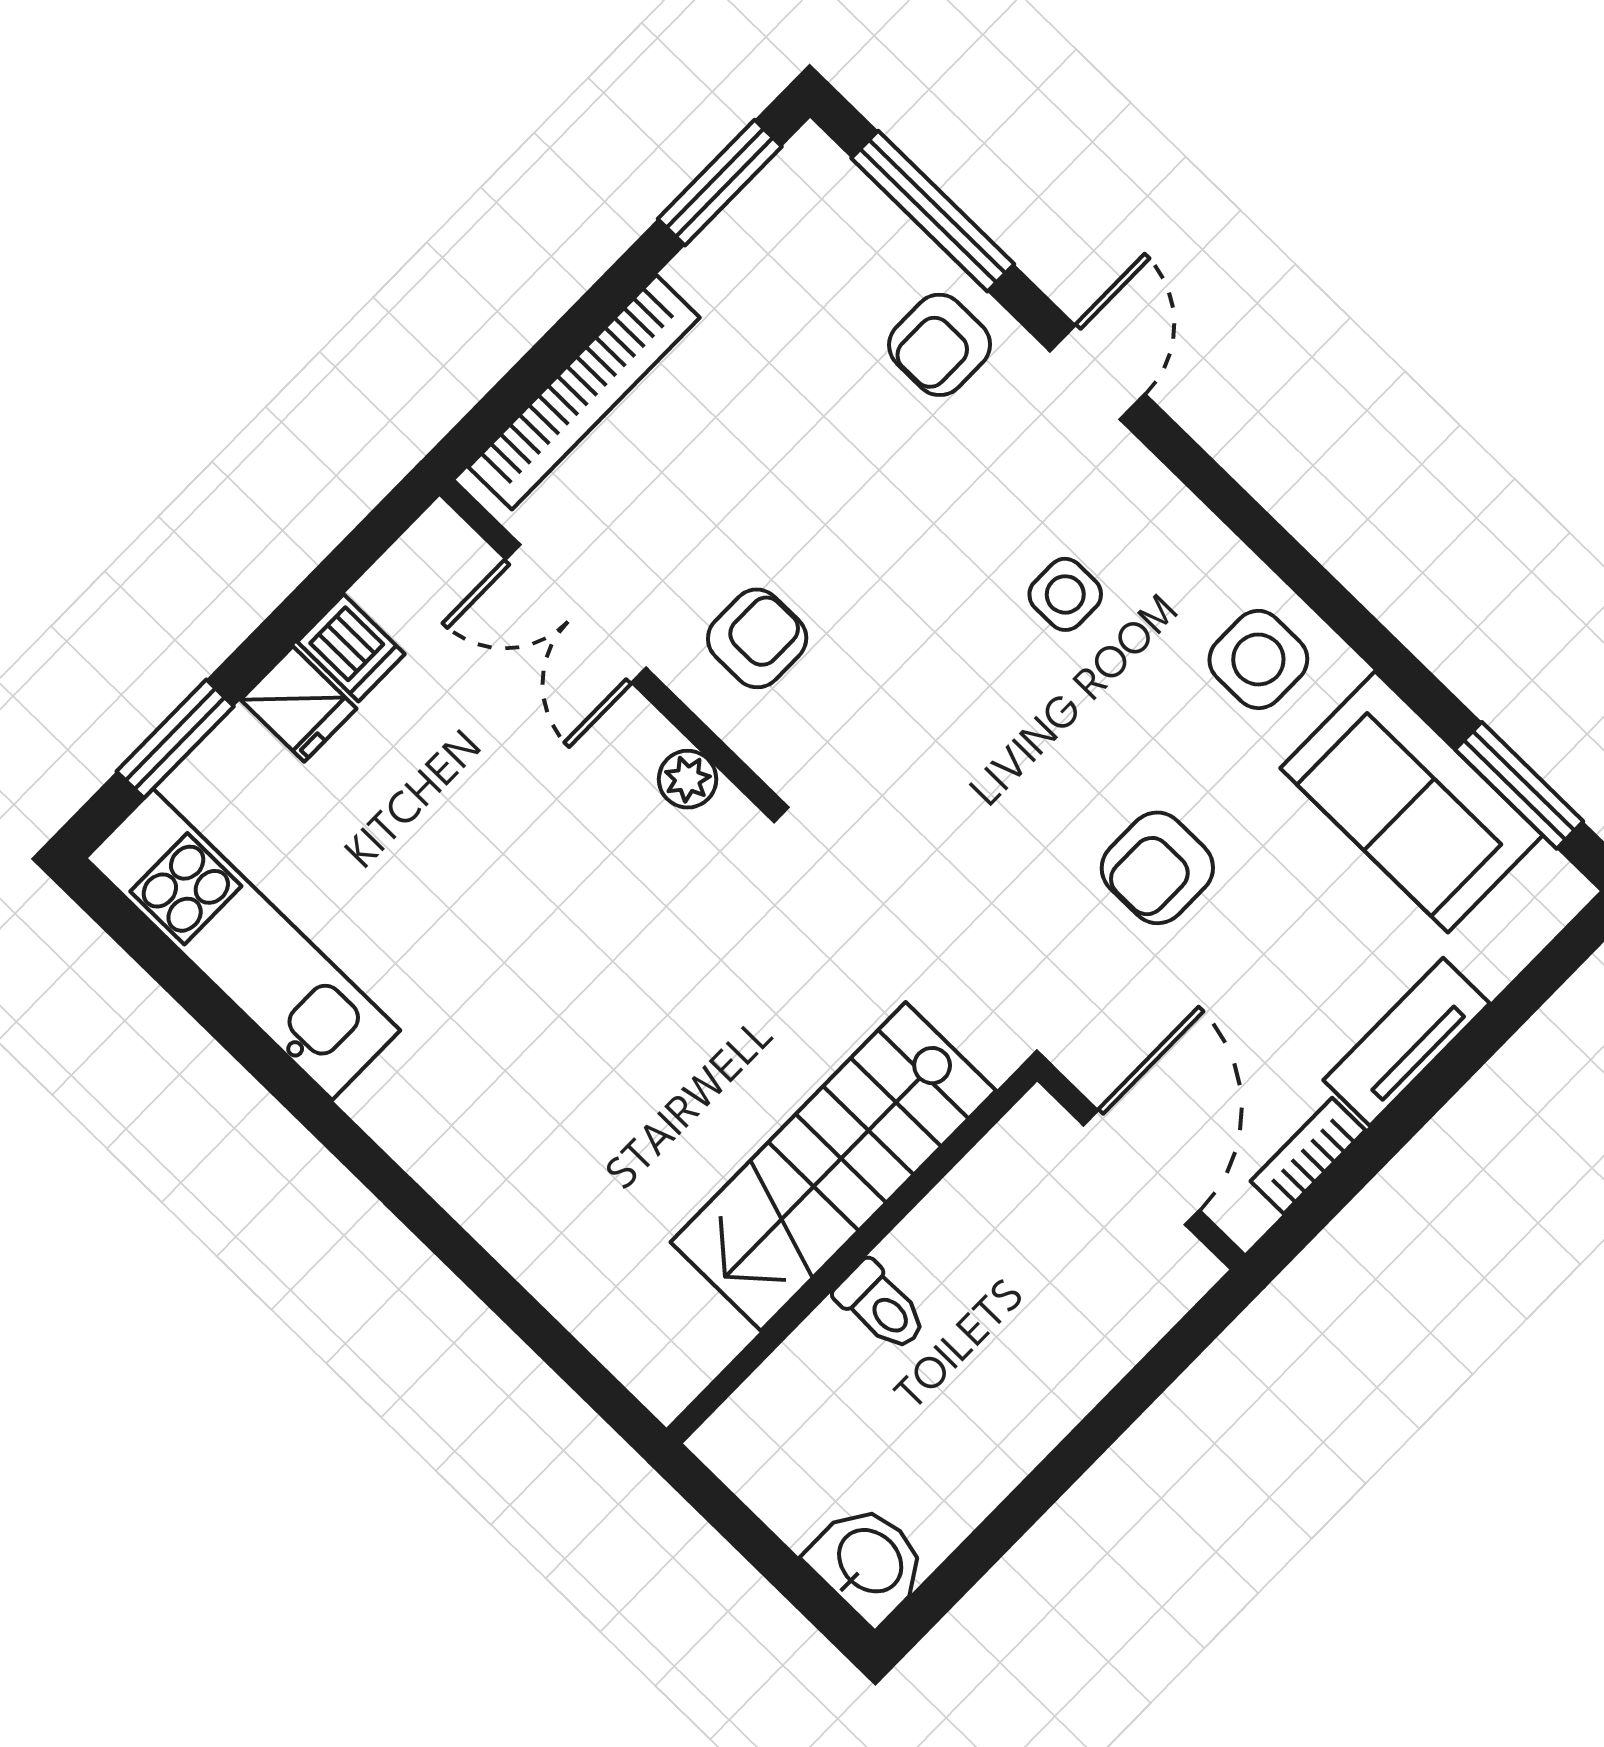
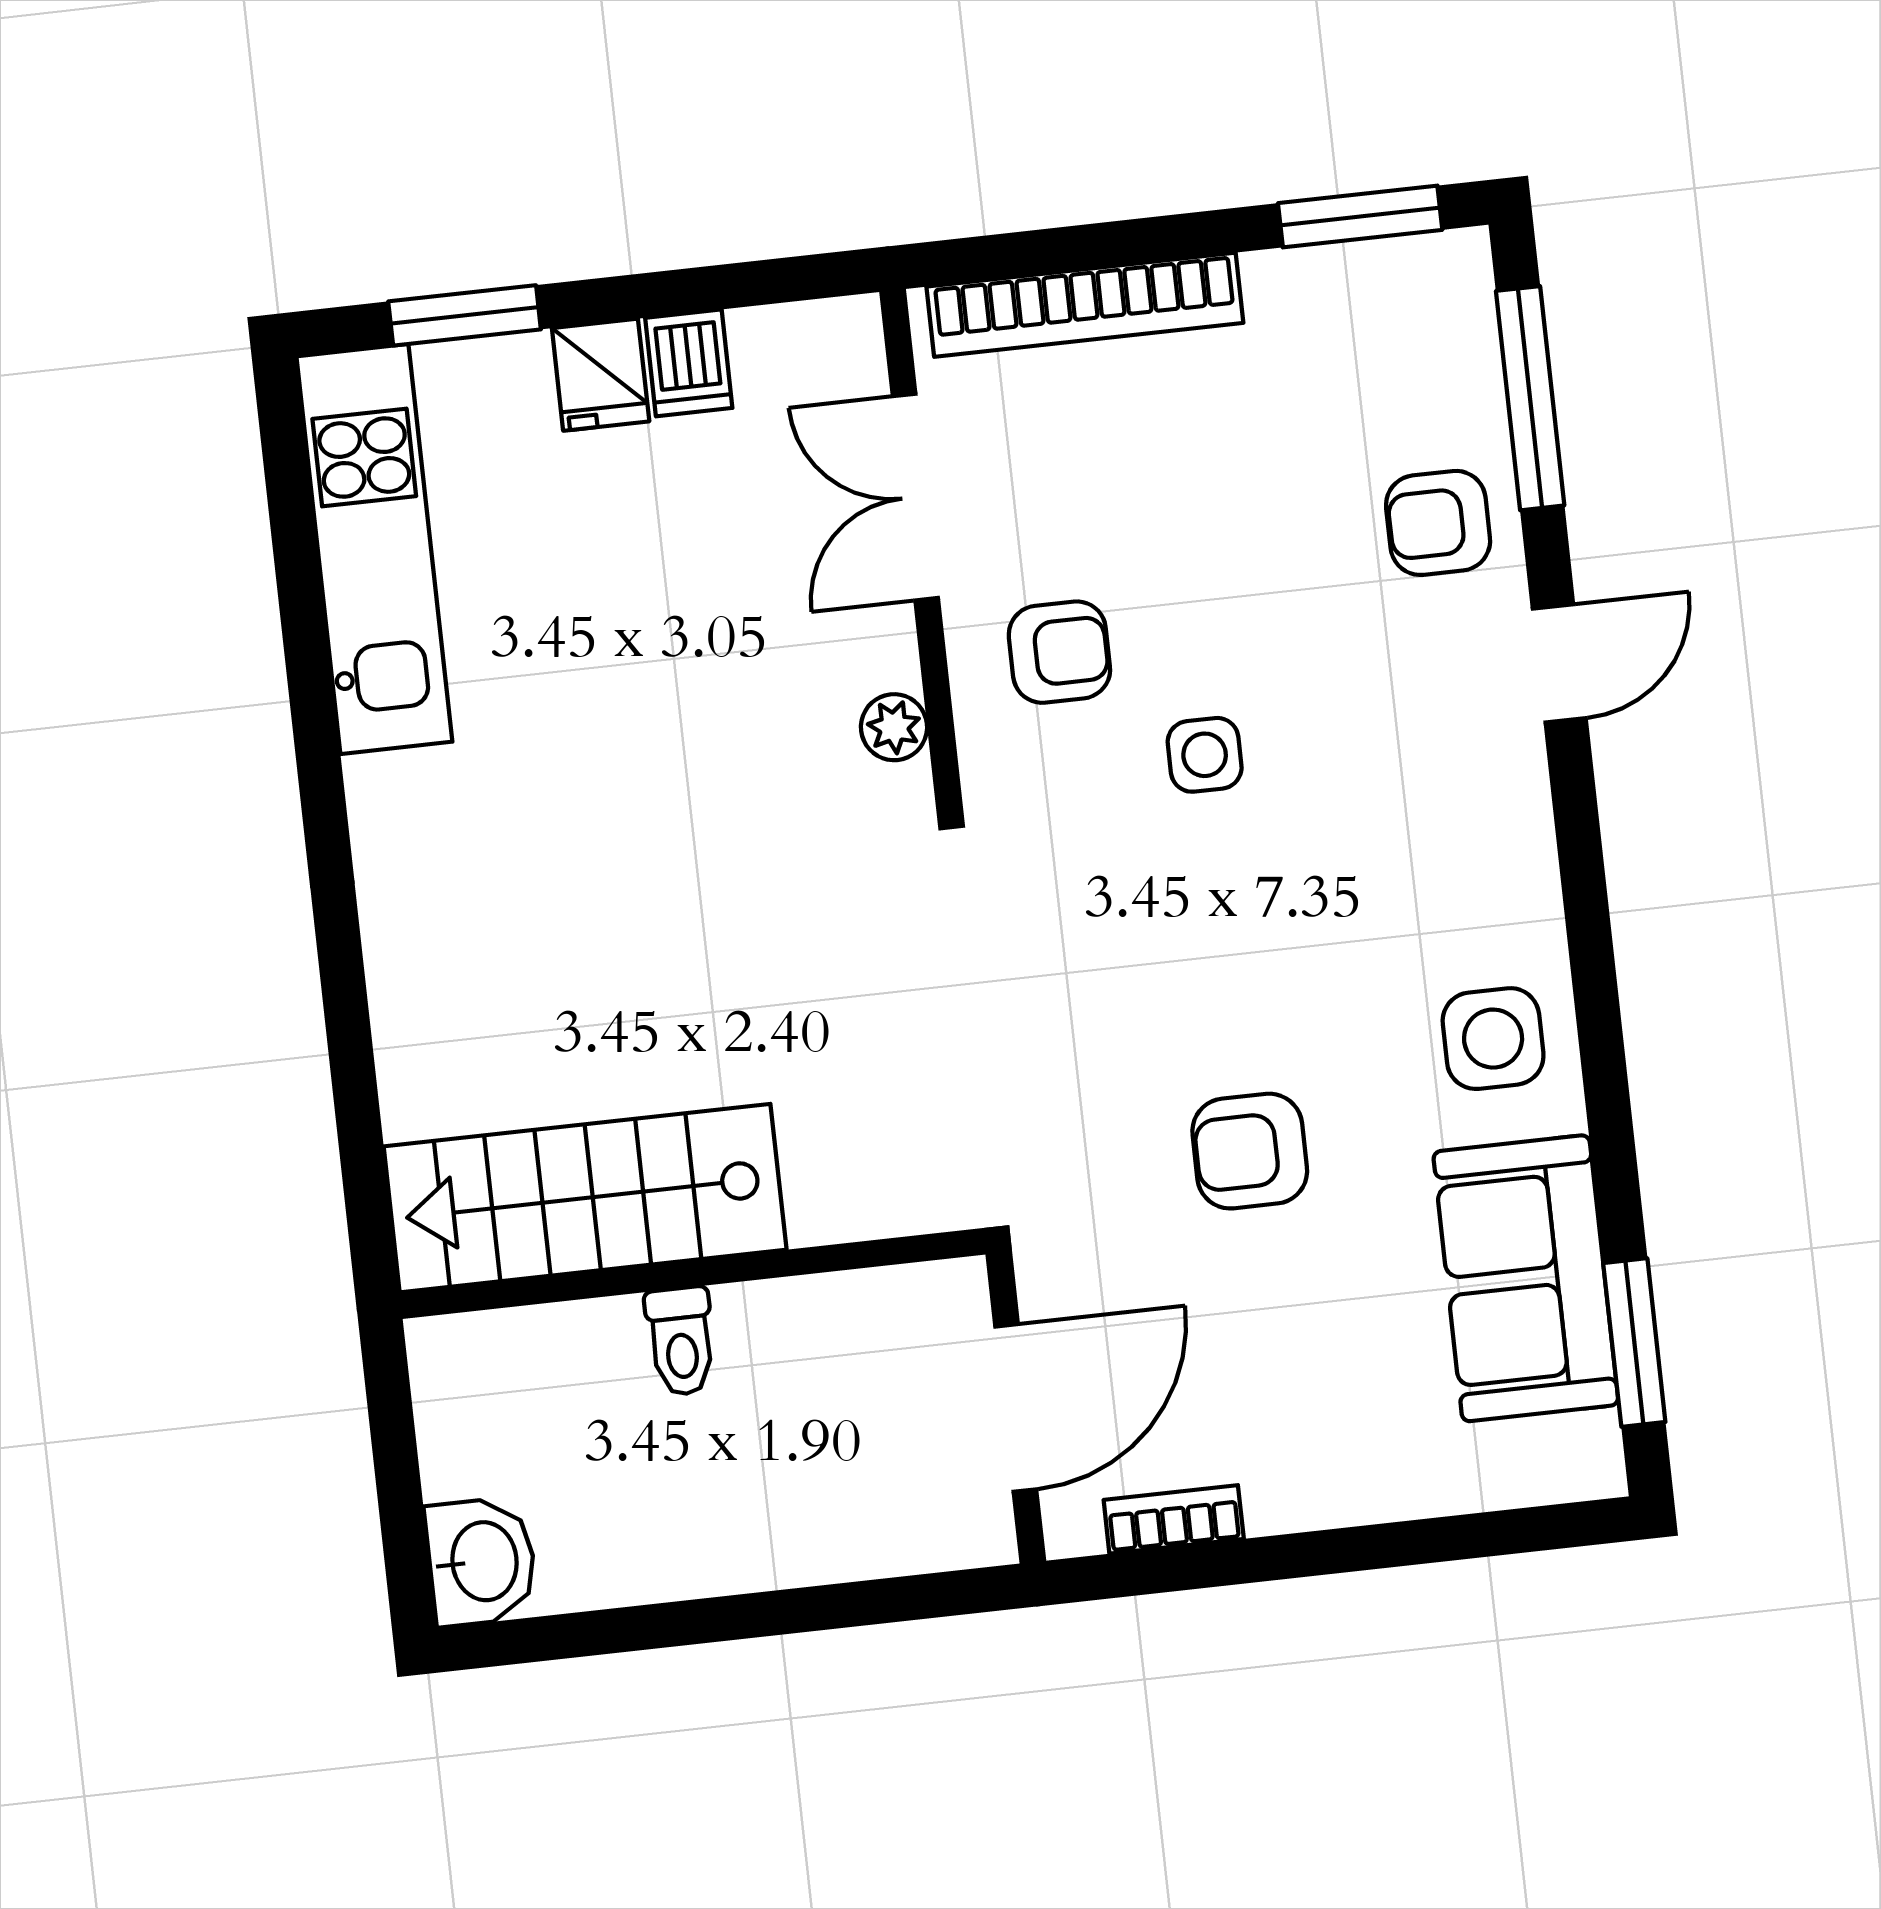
side table: (1065, 594) -> (1205, 755), moved
tv unit: (1406, 1042) -> (1345, 1490), removed
stairs: (833, 1166) -> (585, 1198), moved

